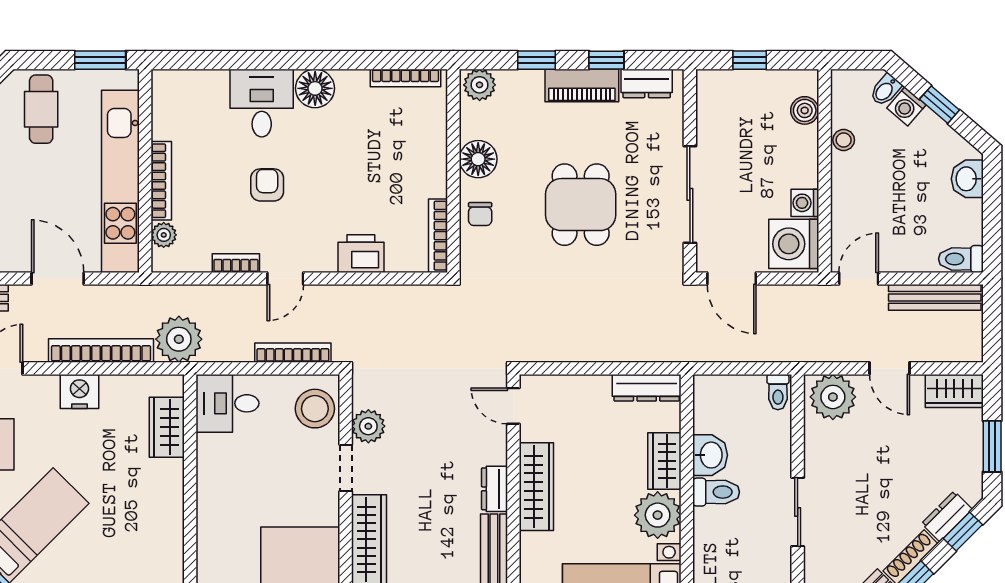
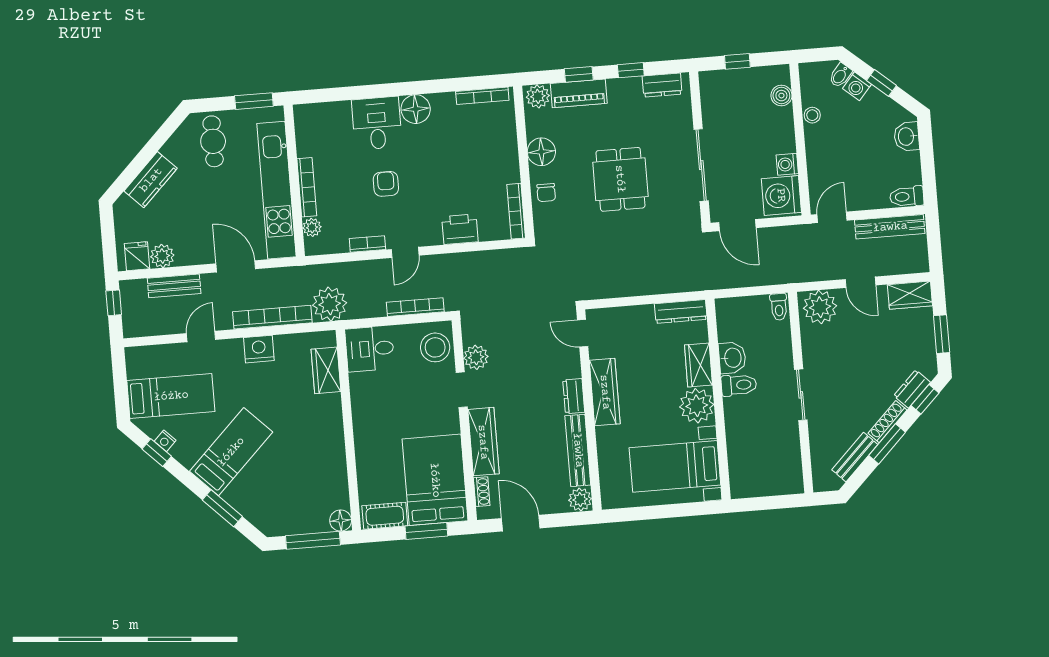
piano: (582, 85) -> (579, 93), moved

